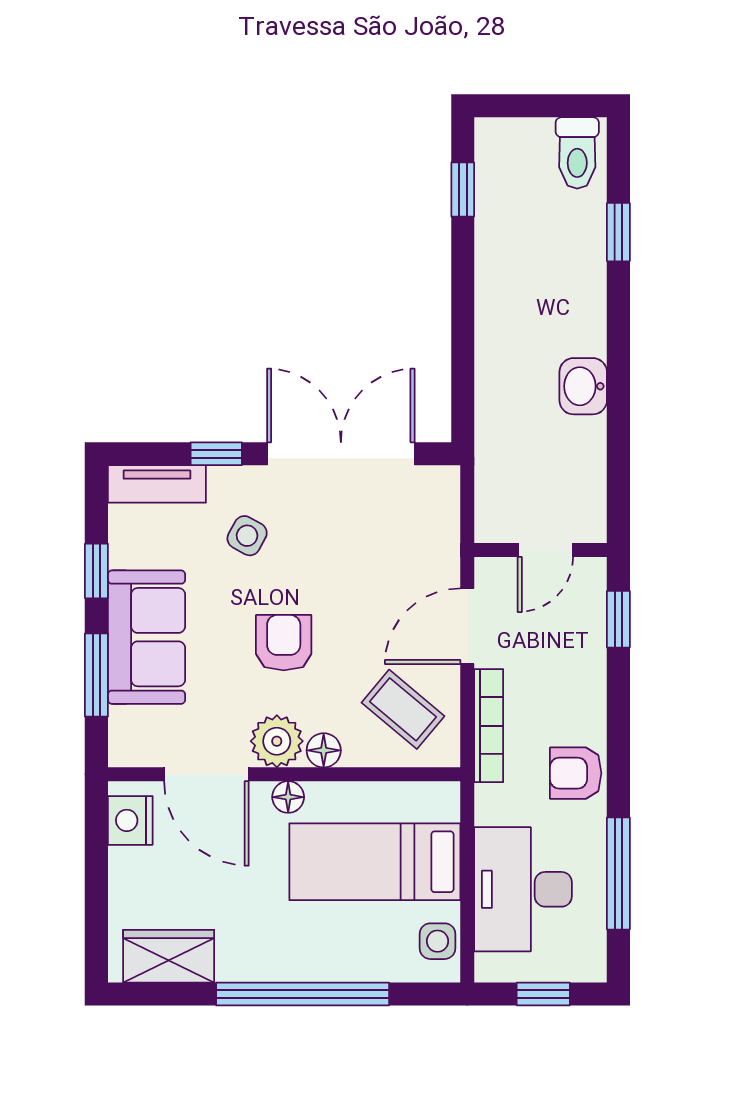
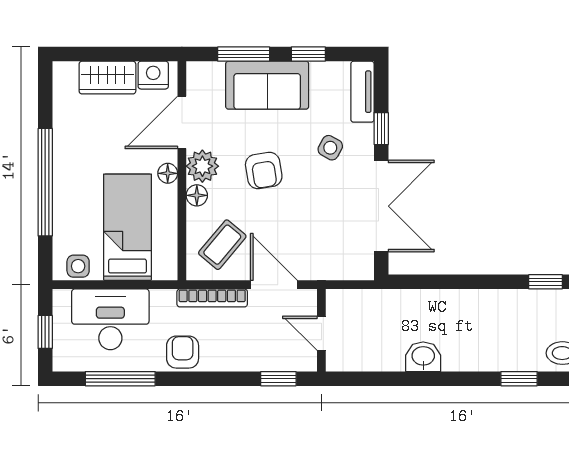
armchair: (284, 643) -> (264, 171), turned 81
wardrobe: (169, 956) -> (107, 78), moved, turned 90

